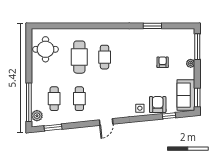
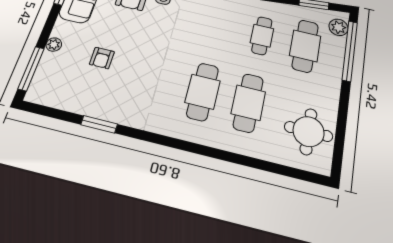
cafe table: (105, 57) -> (203, 92), width x1.37, depth x1.35
cafe table: (54, 99) -> (305, 46), width x1.37, depth x1.35

